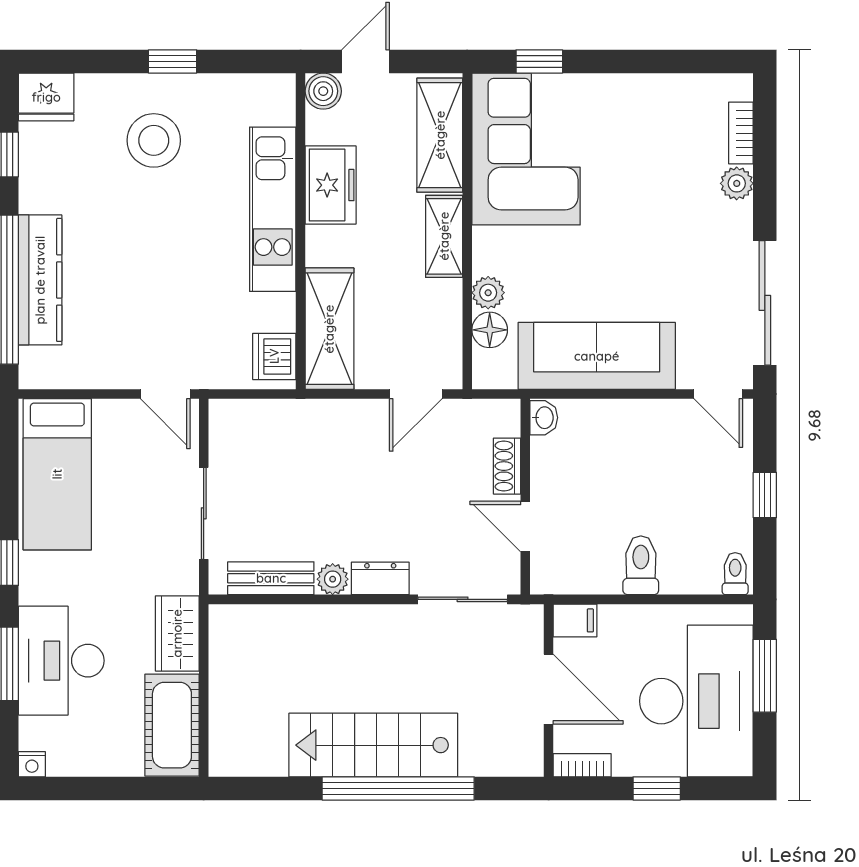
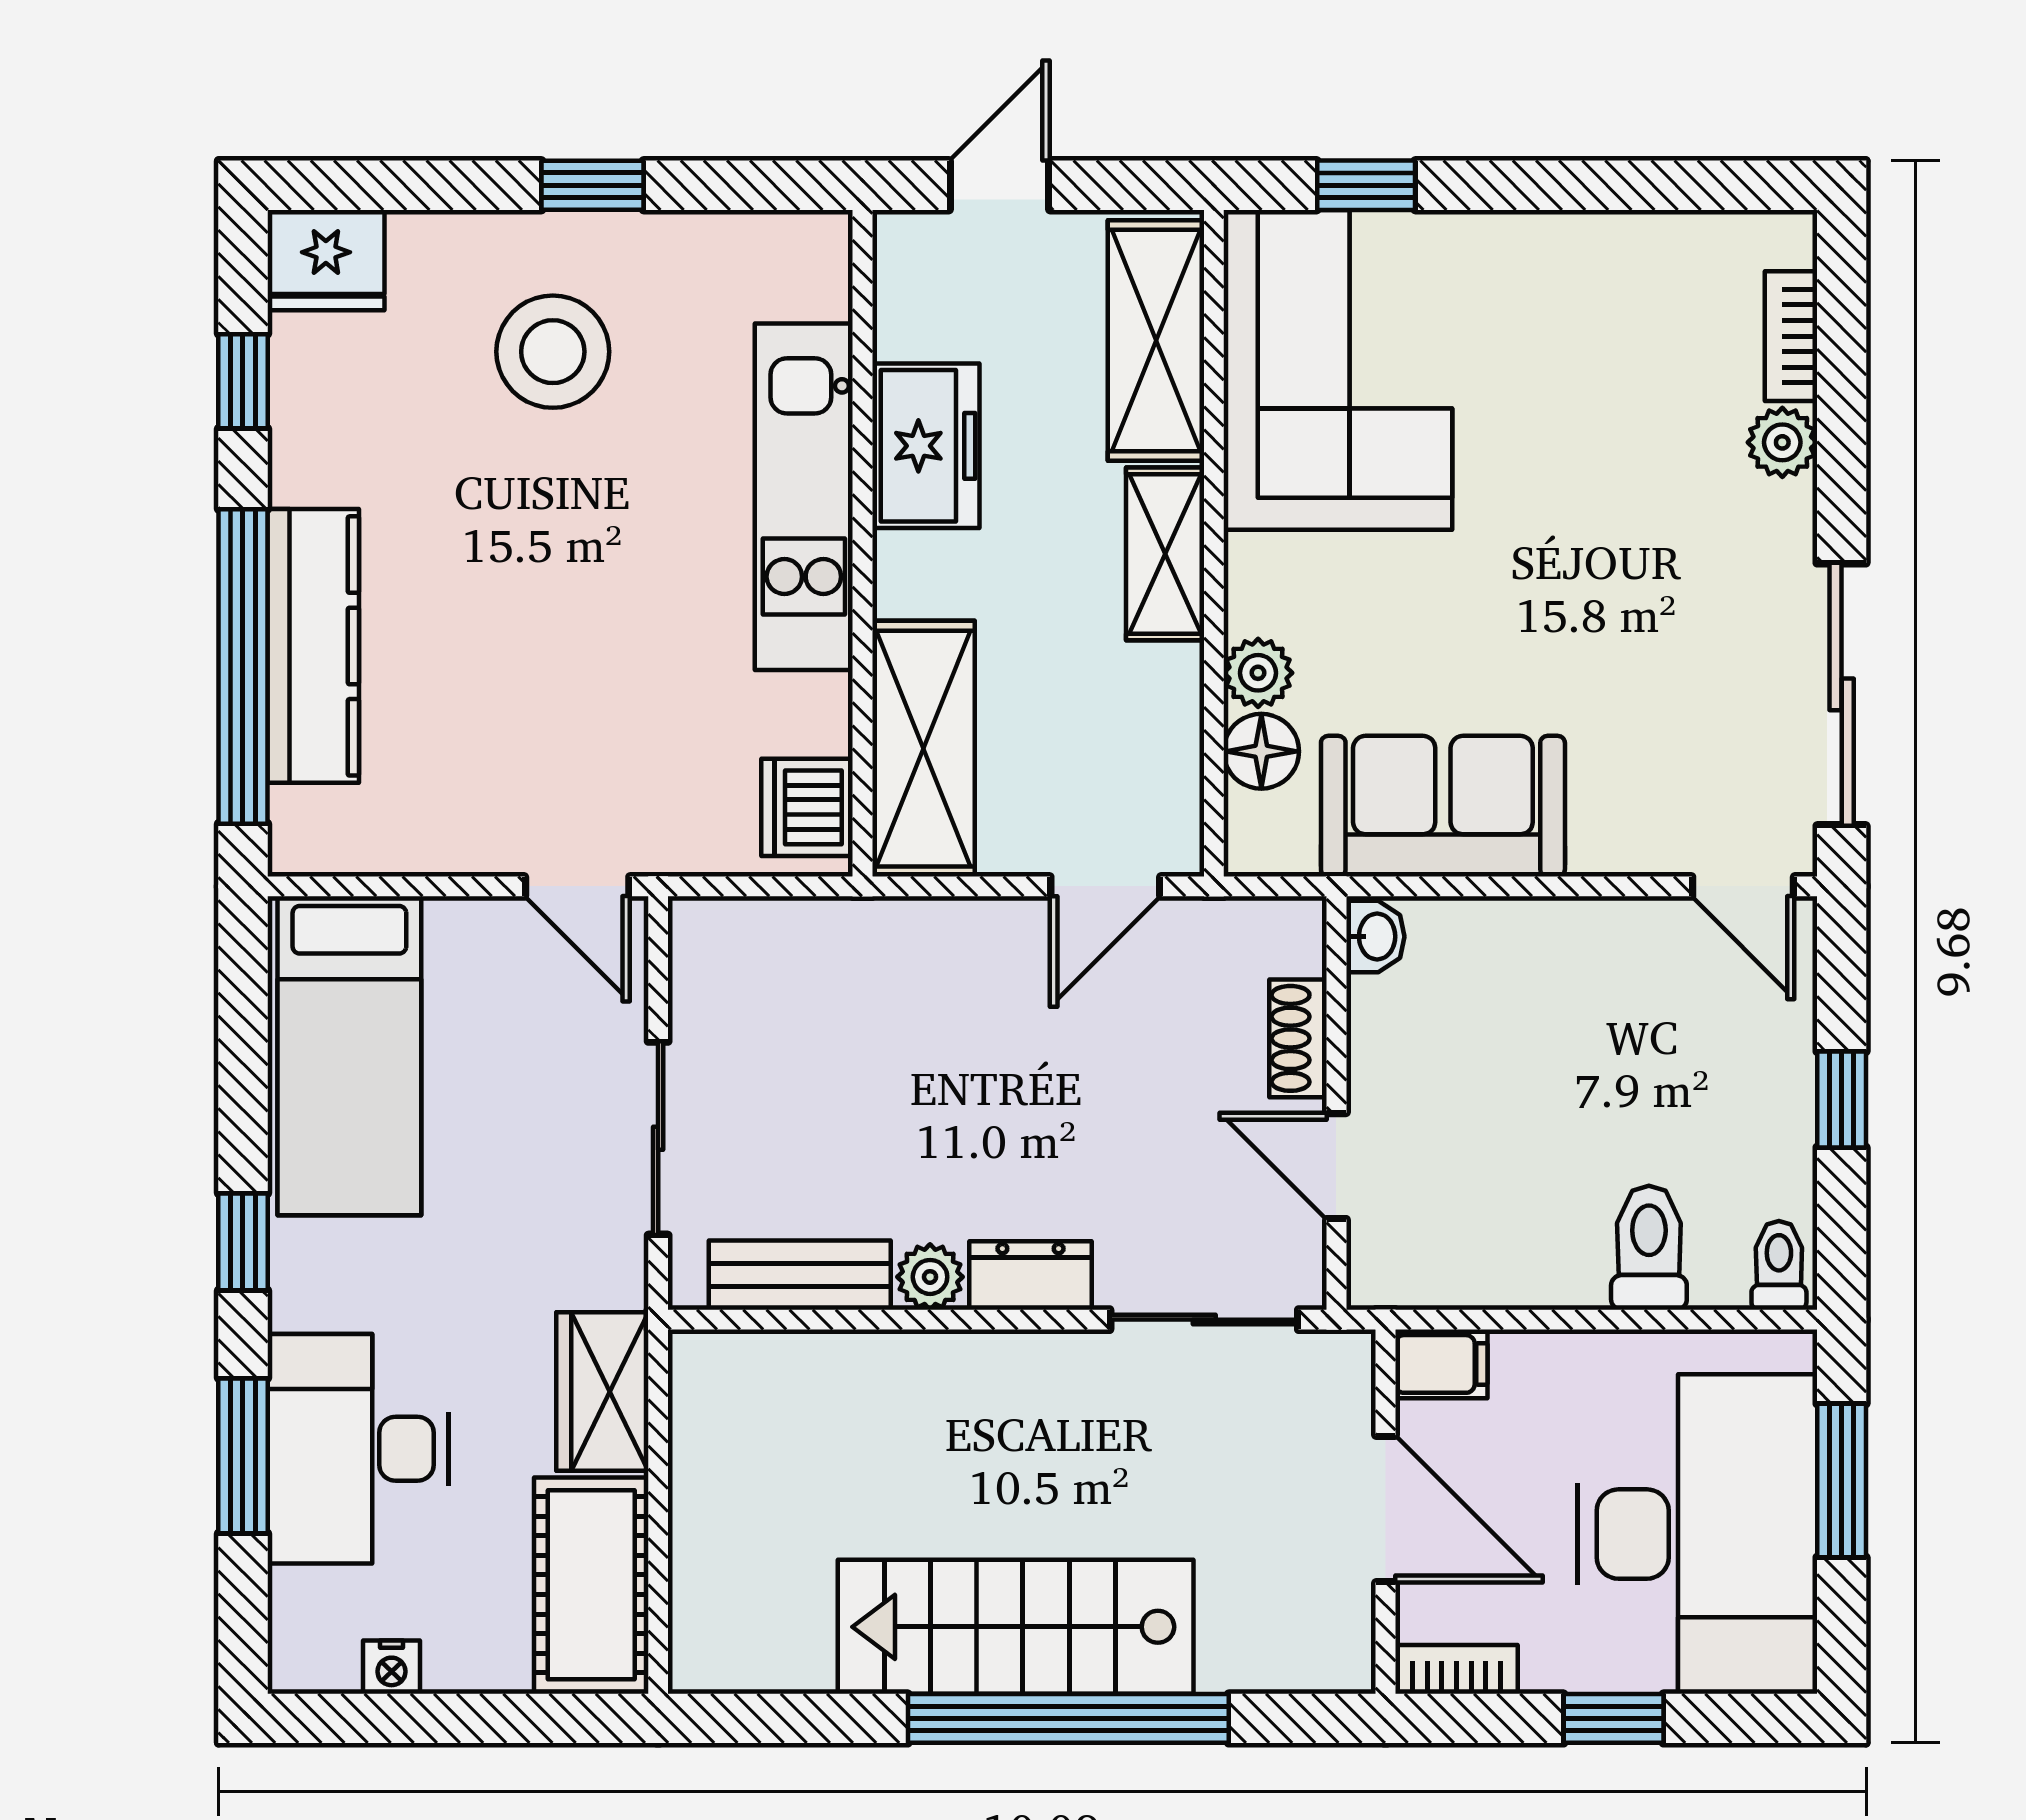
boiler: (323, 91) -> (910, 248), removed
sofa: (597, 356) -> (1443, 806), width x0.73
toilet: (641, 565) -> (1649, 1248), moved
nightstand: (32, 764) -> (391, 1667), moved

